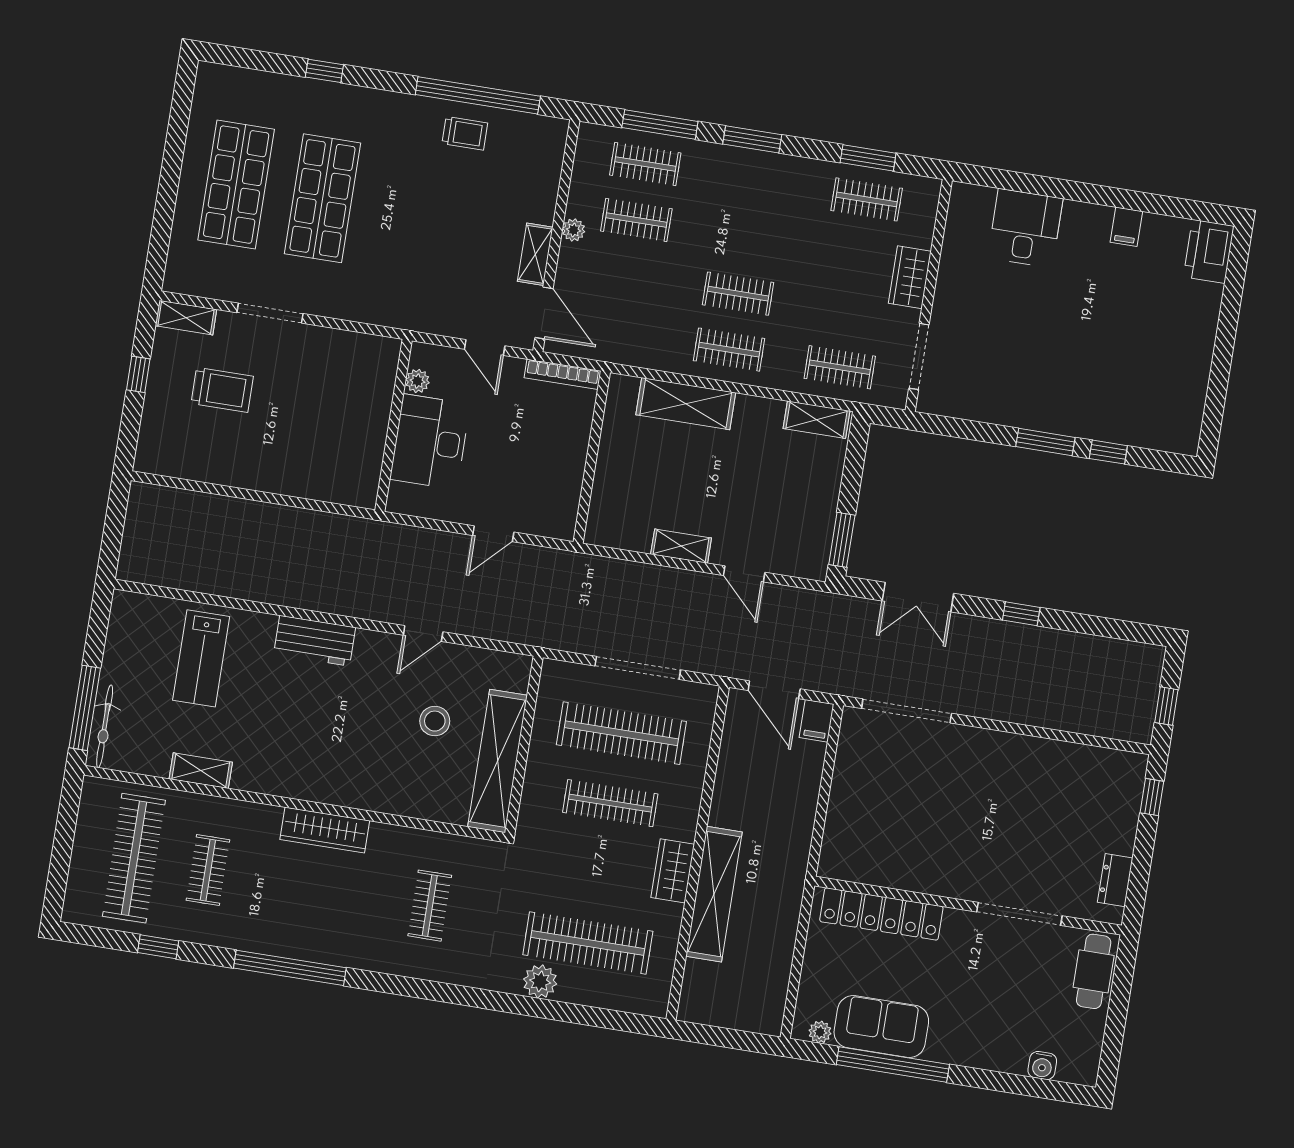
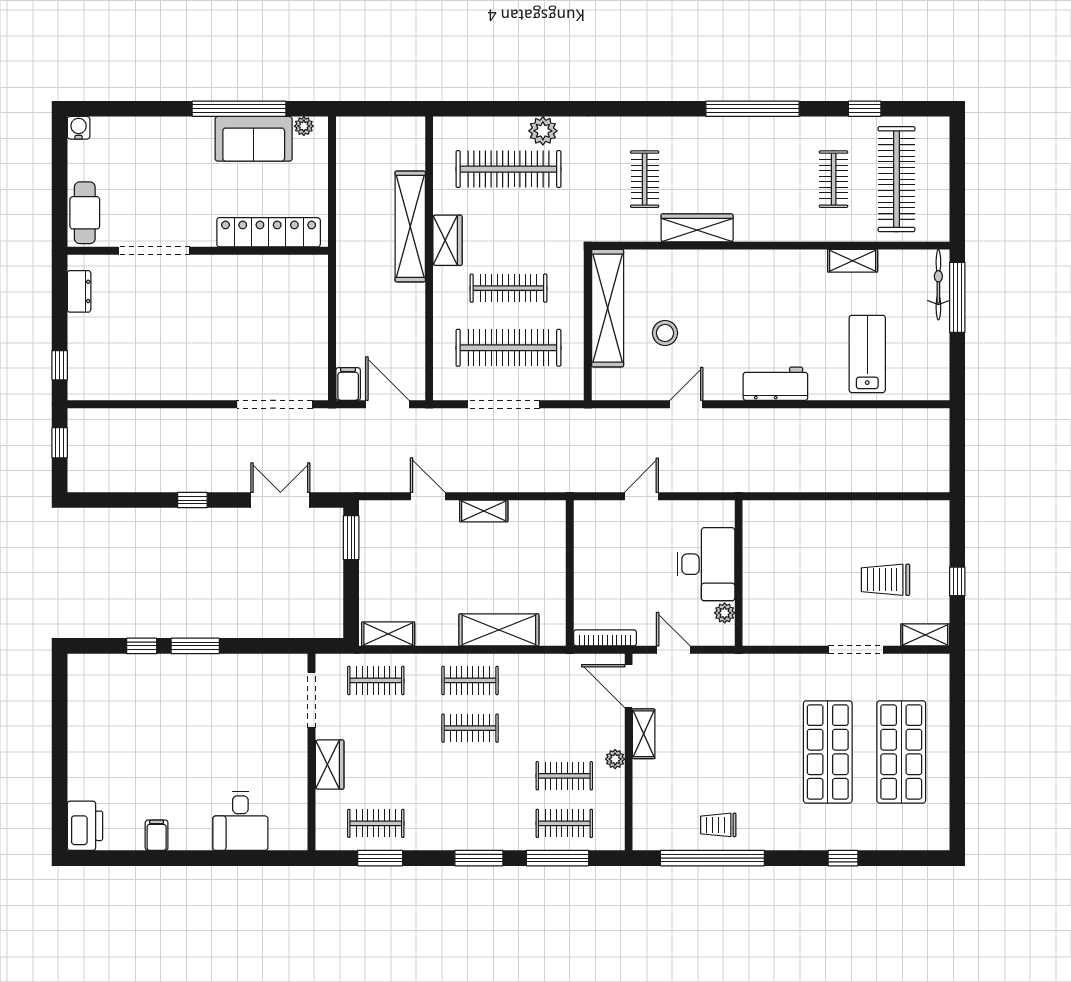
wardrobe: (325, 830) -> (697, 228), moved
water cooler: (1042, 1066) -> (79, 128), moved

